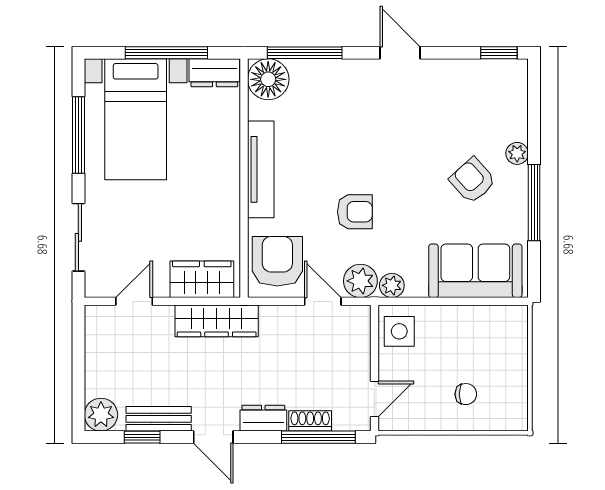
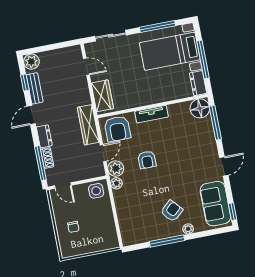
tv unit: (261, 169) -> (151, 114), width x0.71
armchair: (277, 261) -> (117, 129), turned 90
sofa: (475, 271) -> (215, 204), moved, turned 180
wardrobe: (217, 321) -> (88, 125), moved

